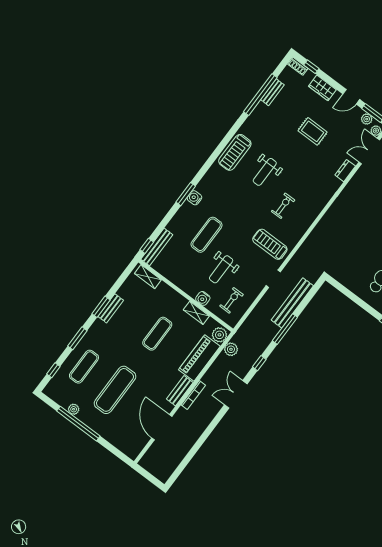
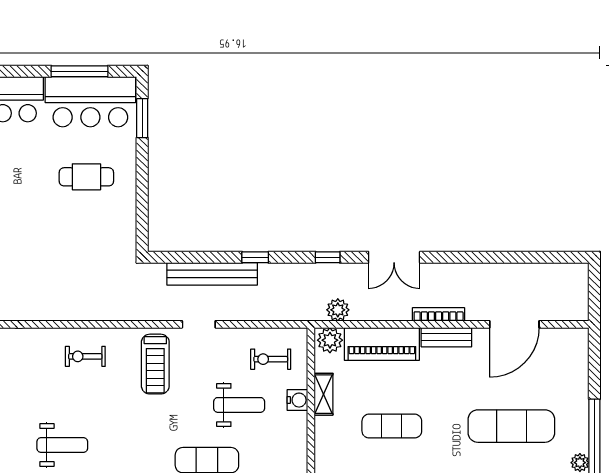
exercise bike: (283, 206) -> (85, 356), moved
window: (285, 329) -> (255, 257), width x0.46

